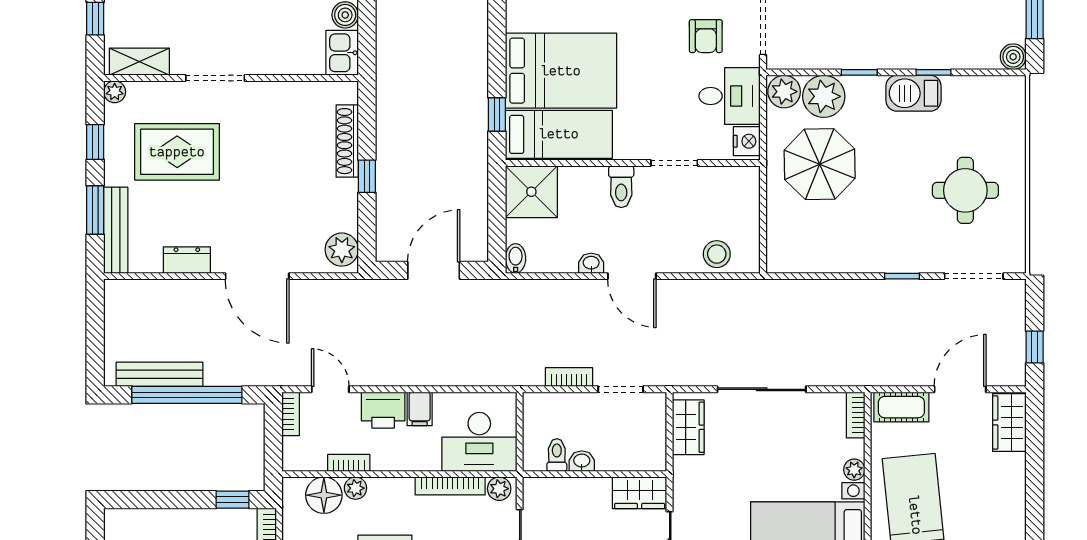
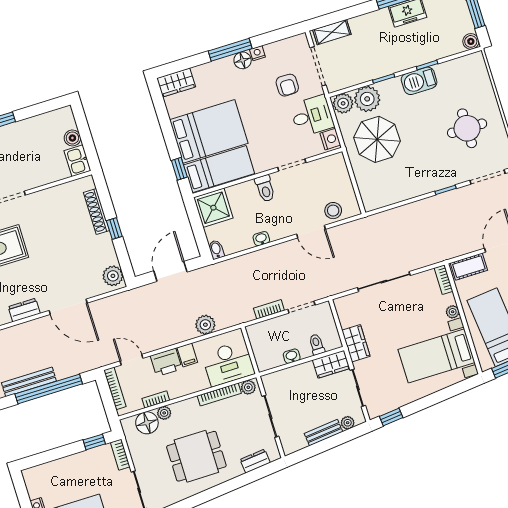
door: (632, 276) -> (311, 232), moved
plant: (462, 370) -> (205, 325), added
bookcase: (291, 414) -> (115, 388), width x1.56
wardrobe: (688, 427) -> (356, 343), moved
toilet: (557, 455) -> (317, 345), moved

